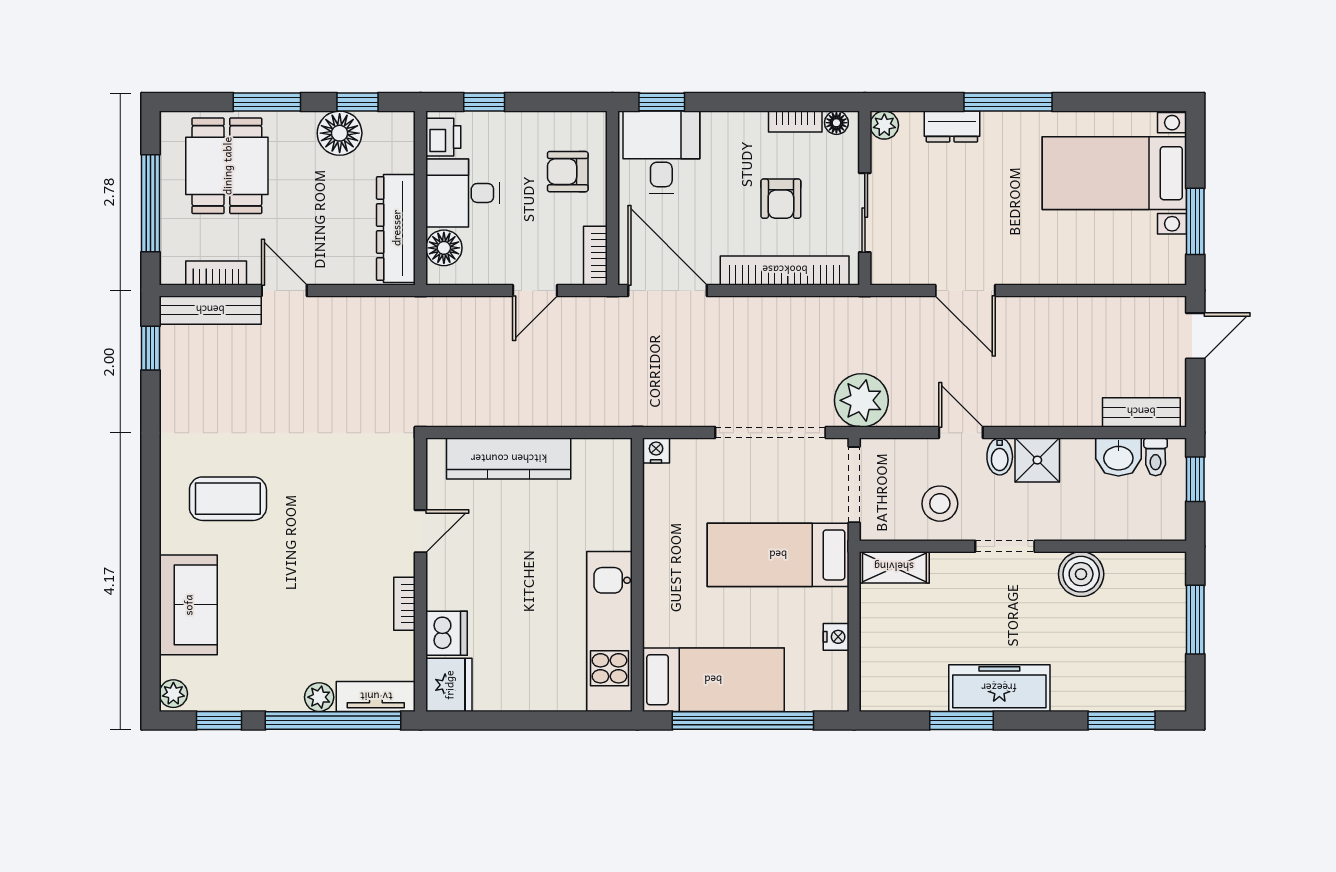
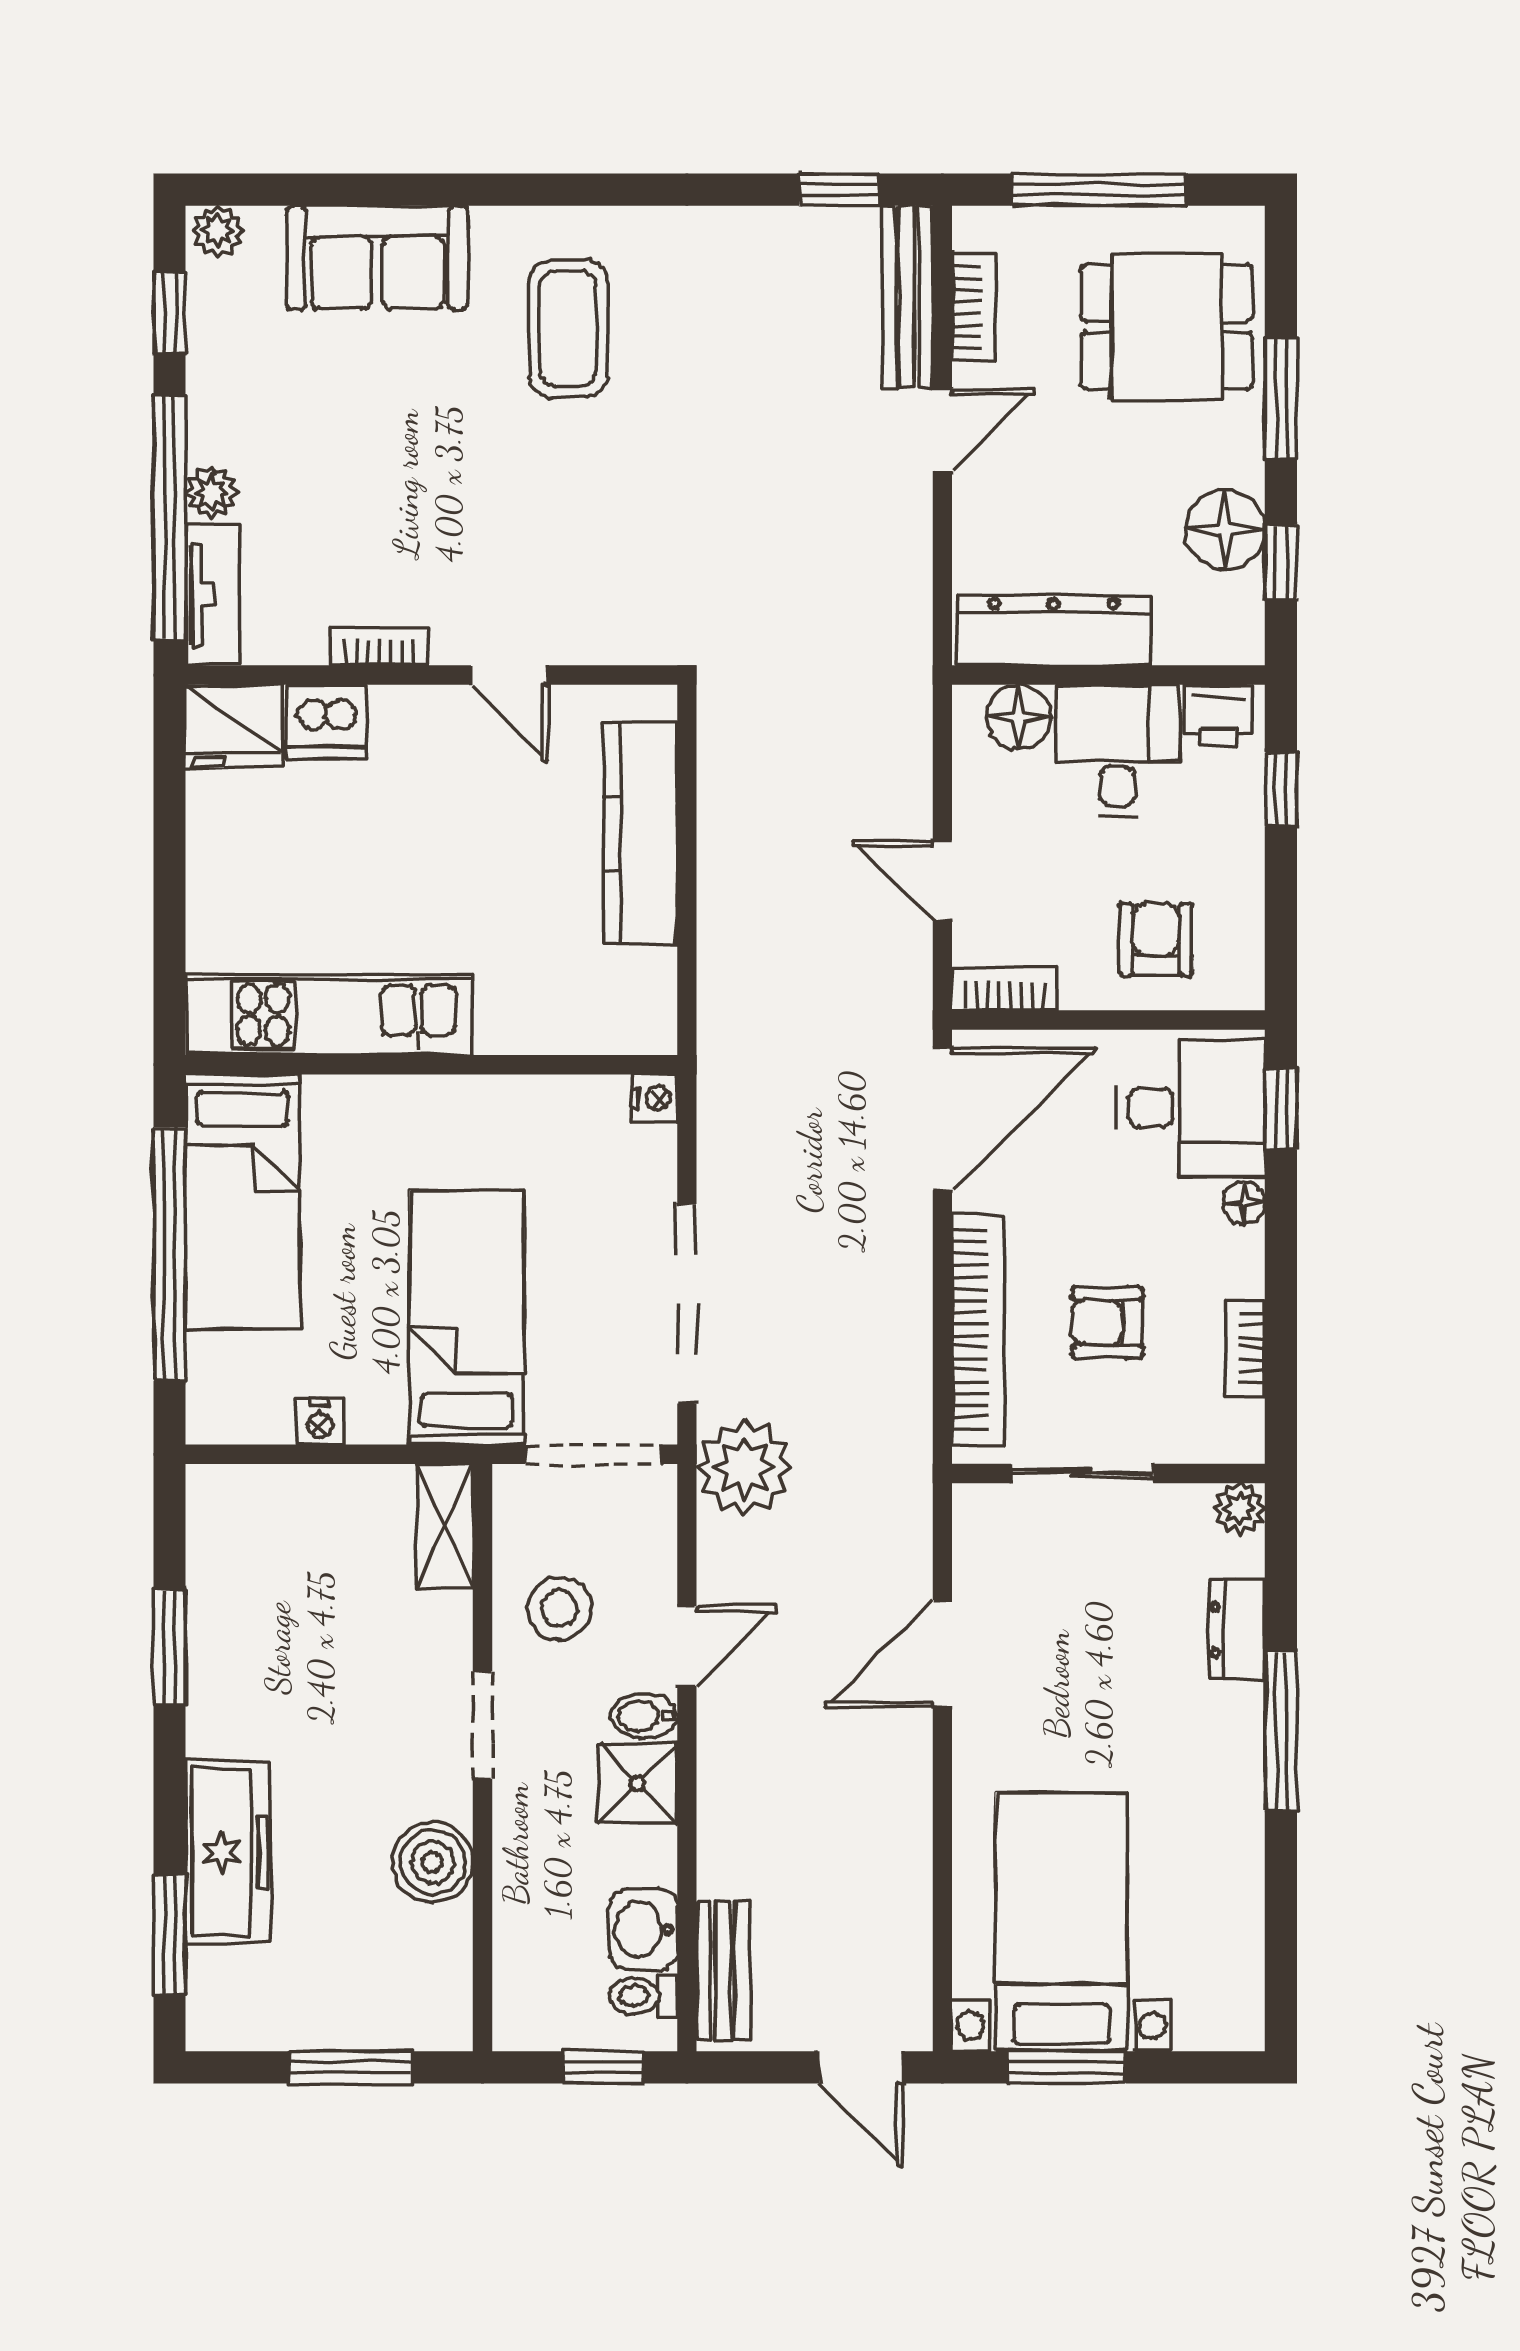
floor lamp: (836, 123) -> (1244, 1203), moved
bed with nightstands: (1114, 173) -> (1061, 1922), moved
freezer: (999, 688) -> (228, 1853), moved

